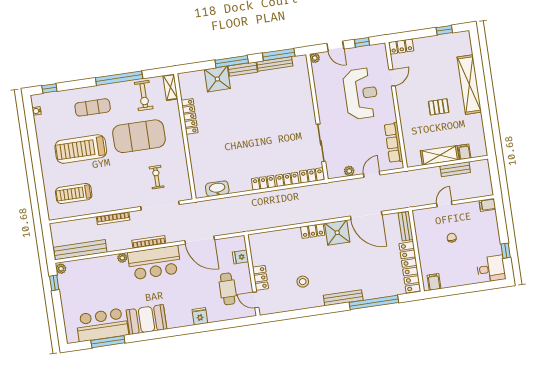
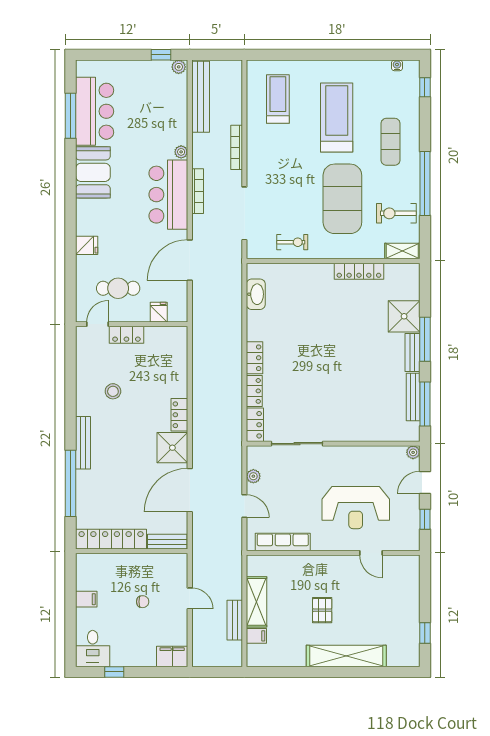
locker: (401, 47) -> (411, 572), removed
exercise bike: (156, 177) -> (292, 242), moved
filing cabinet: (487, 205) -> (172, 656), width x2.00
filing cabinet: (434, 282) -> (86, 599), moved

